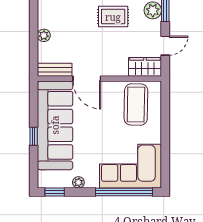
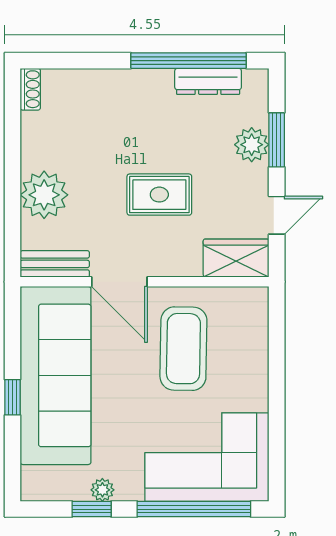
rug: (113, 17) -> (159, 195), moved
plant: (44, 35) -> (44, 195), width x1.87, depth x1.87
coffee table: (136, 104) -> (183, 349), moved
window: (55, 192) -> (92, 509), moved

